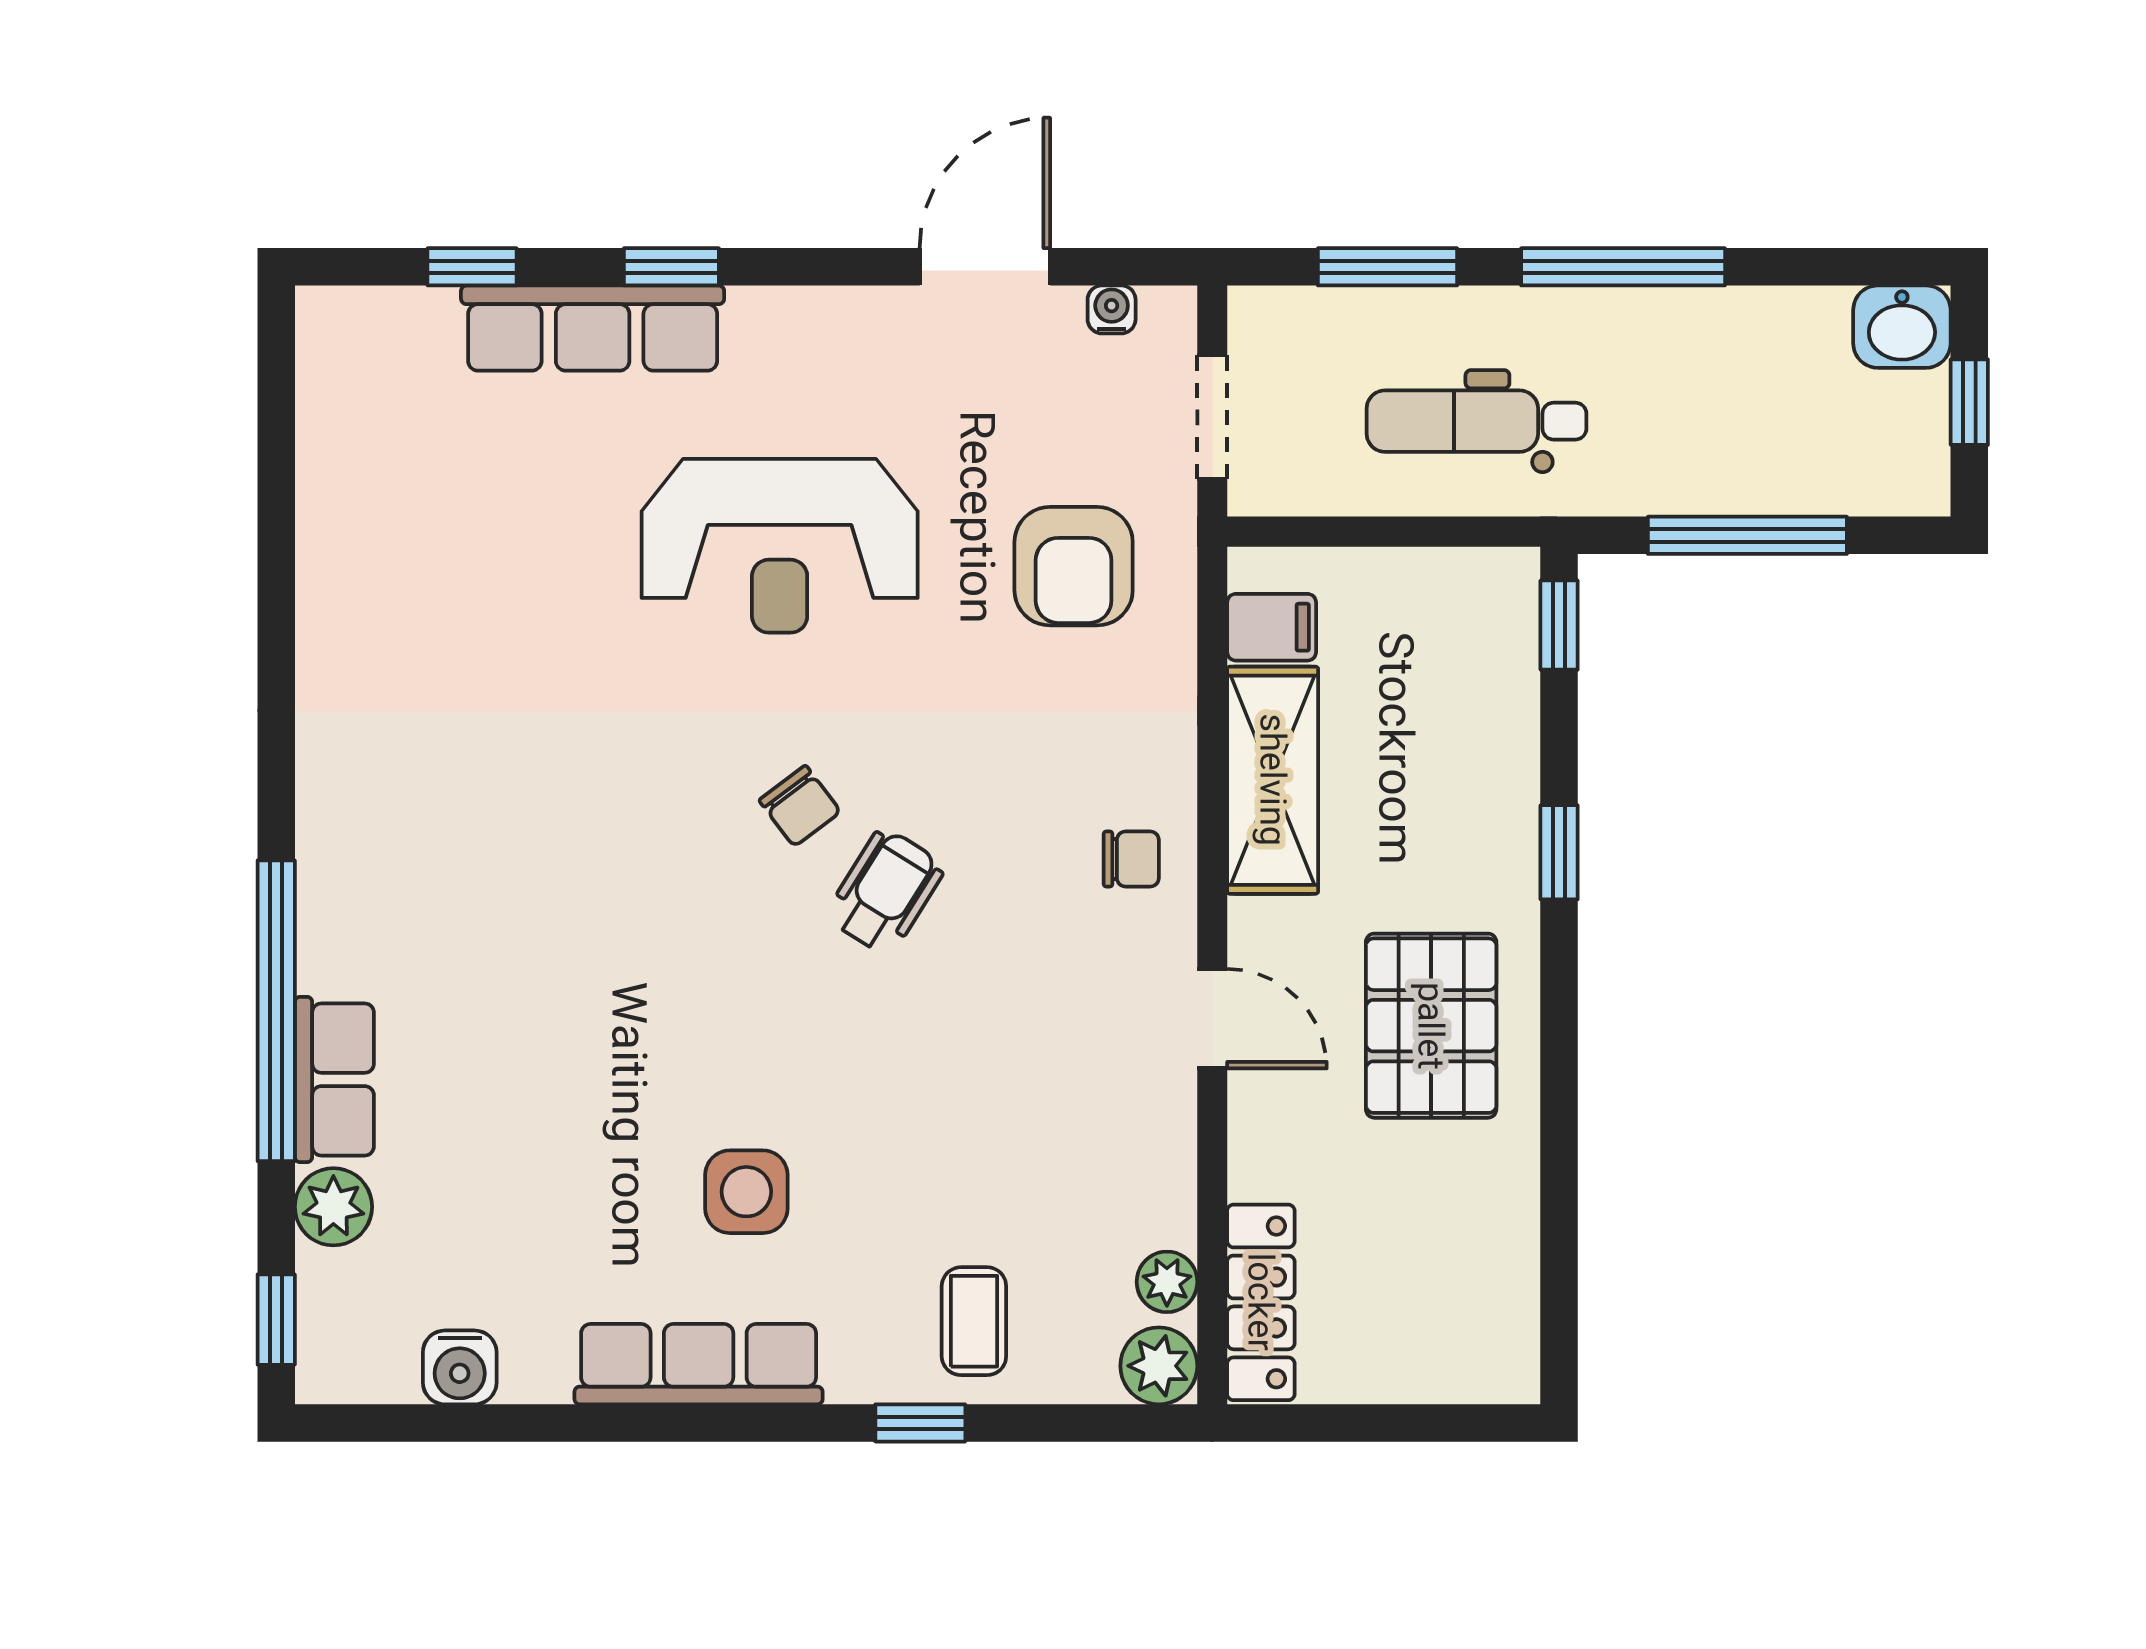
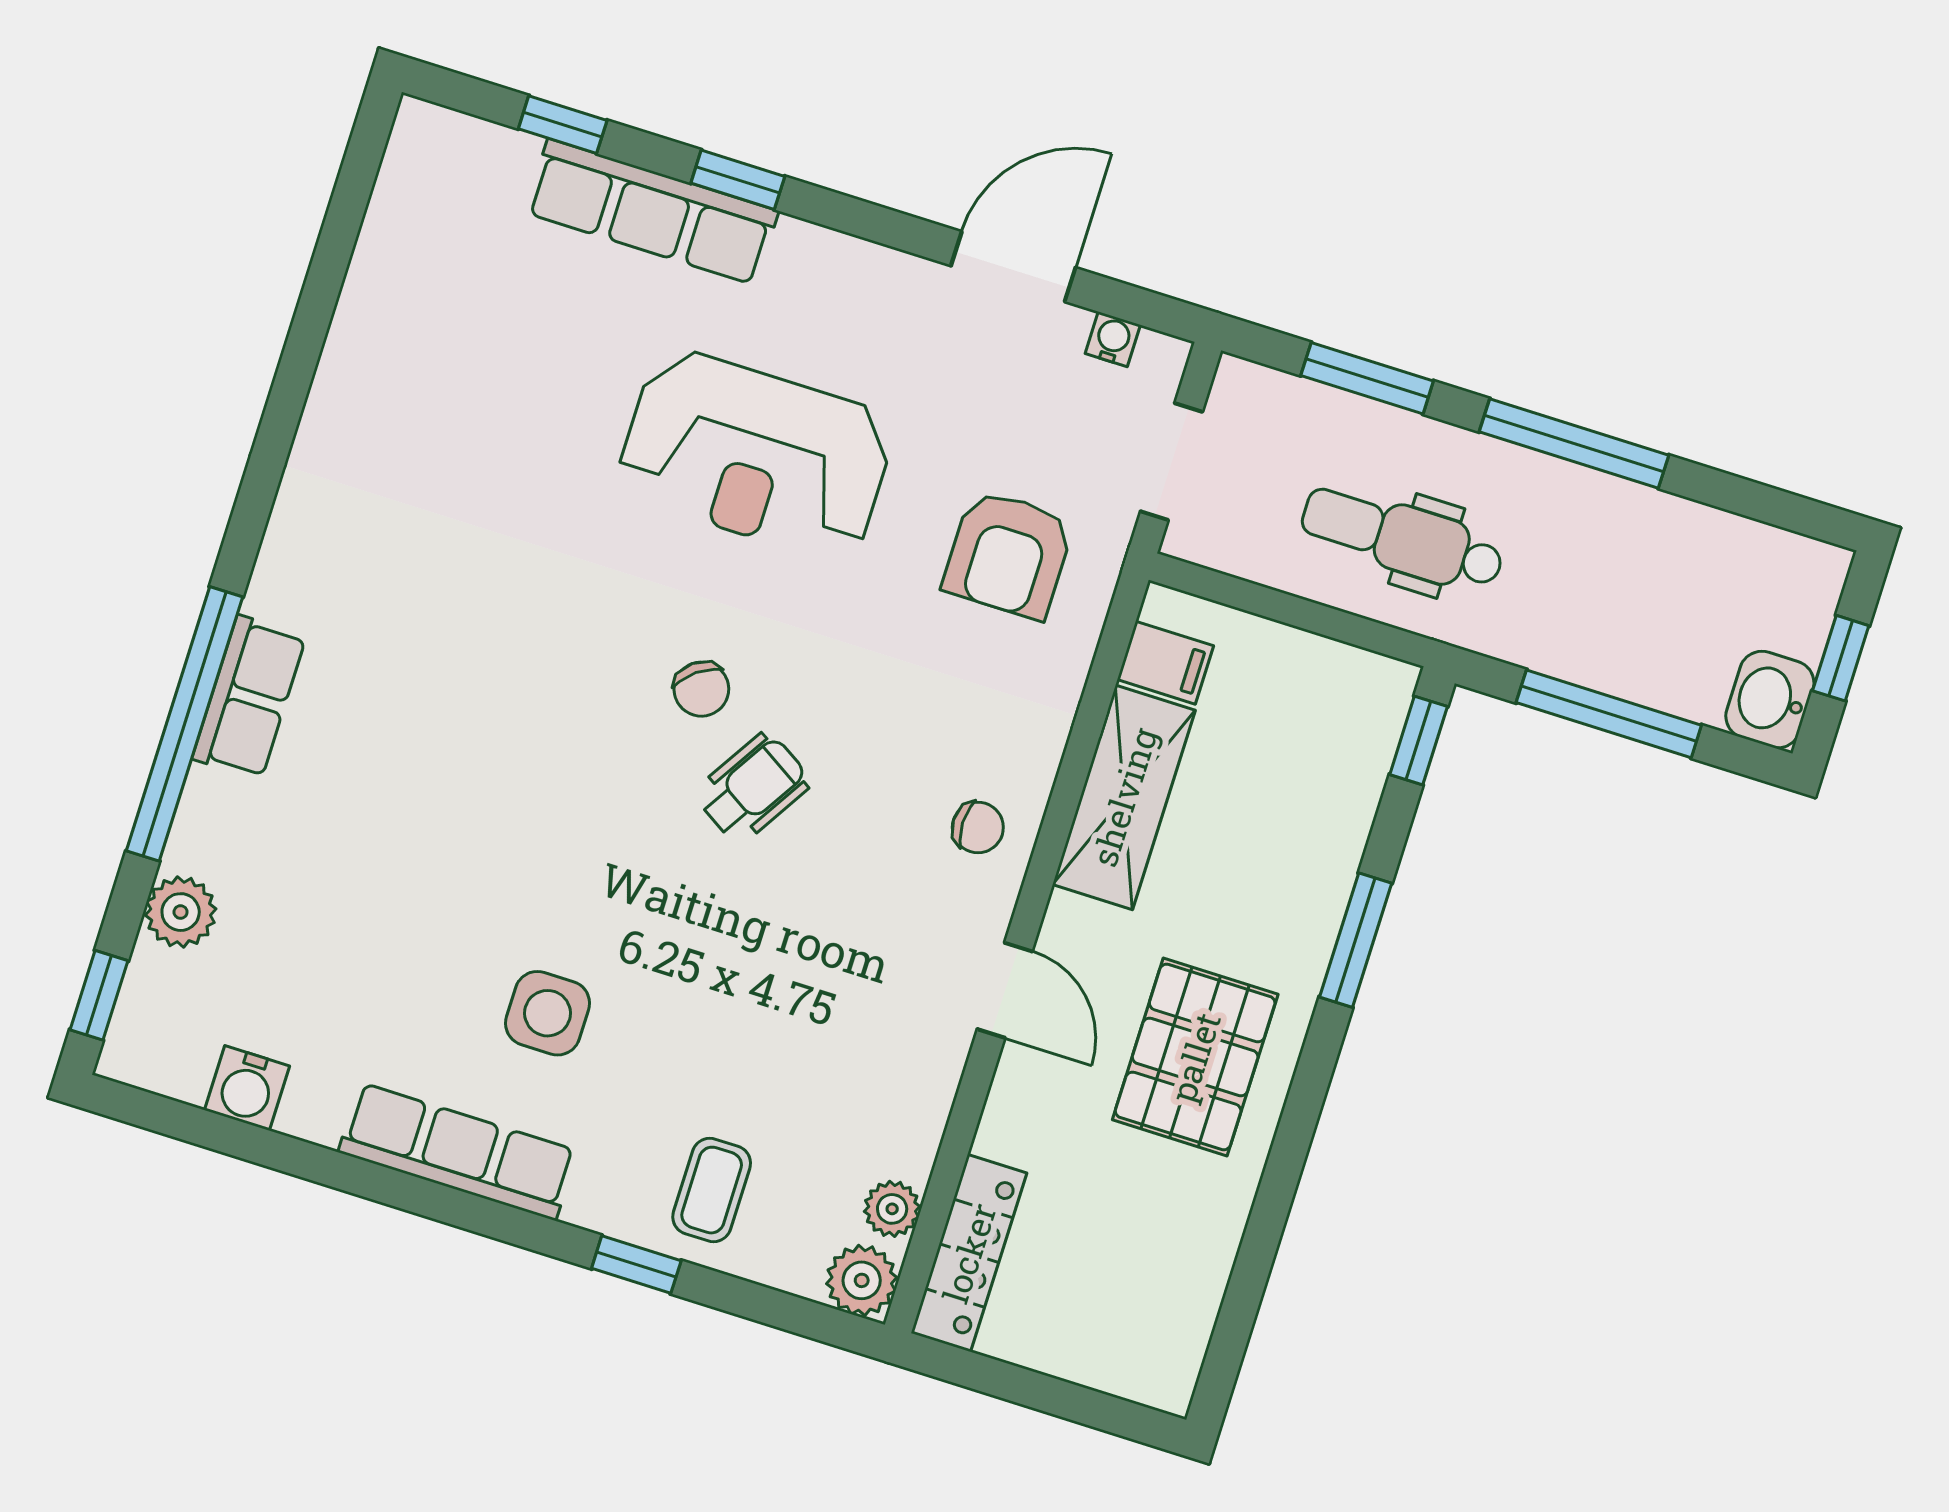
washbasin: (1902, 327) -> (1770, 700), moved, turned 90
window: (1559, 852) -> (1356, 940), width x1.50
row of seats: (334, 1079) -> (249, 697), moved

